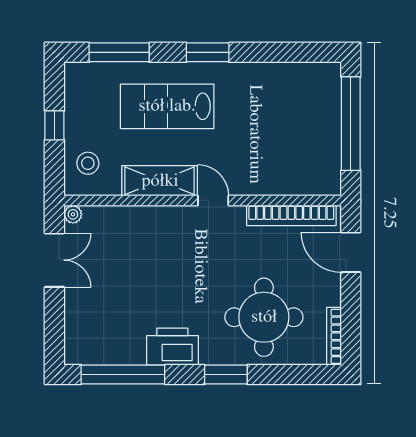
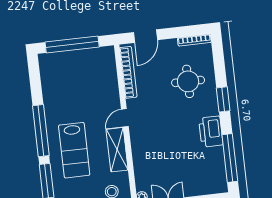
window: (208, 52) -> (41, 131), width x2.11
round table: (264, 317) -> (188, 81), width x0.73, depth x0.73

